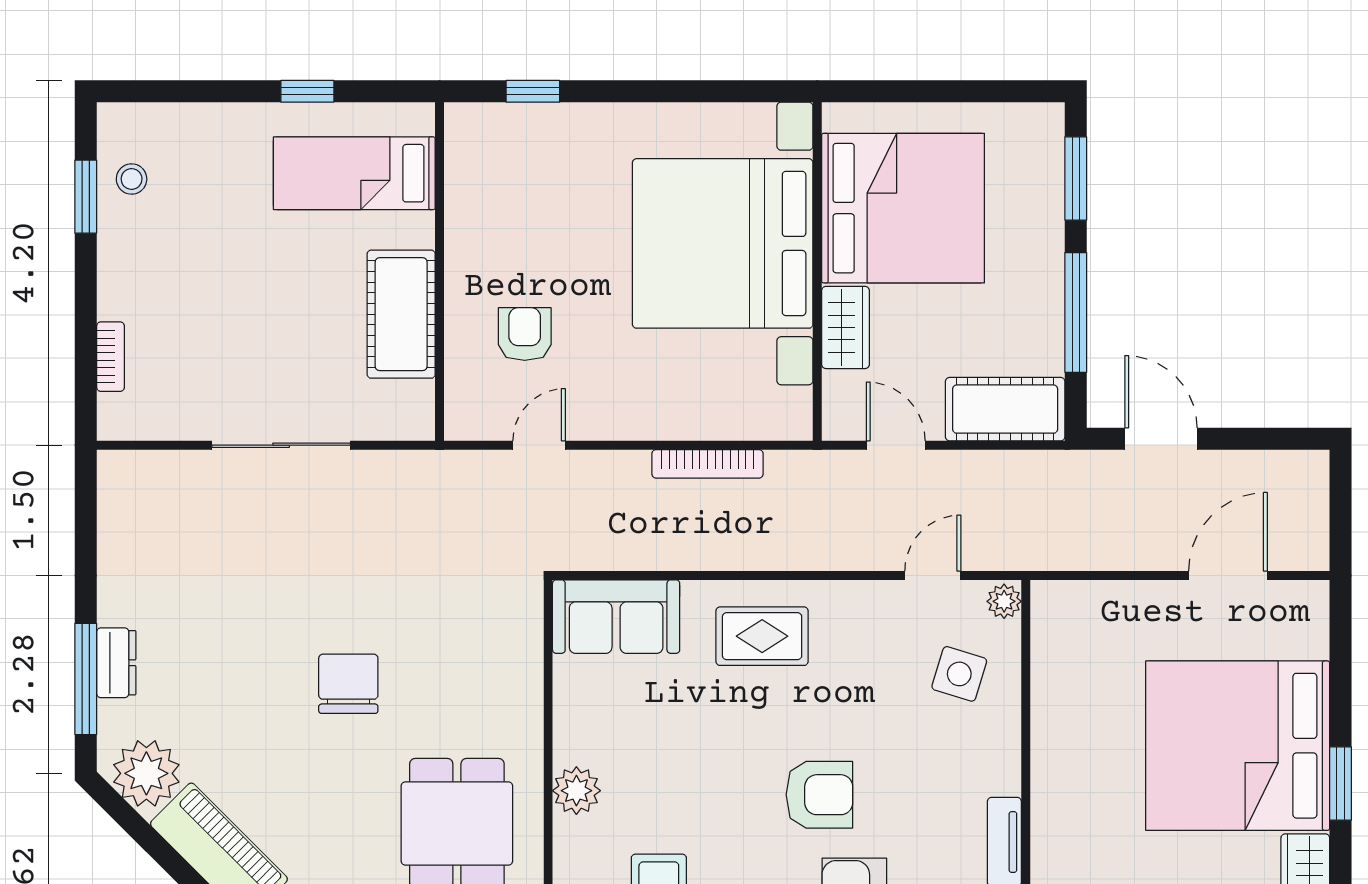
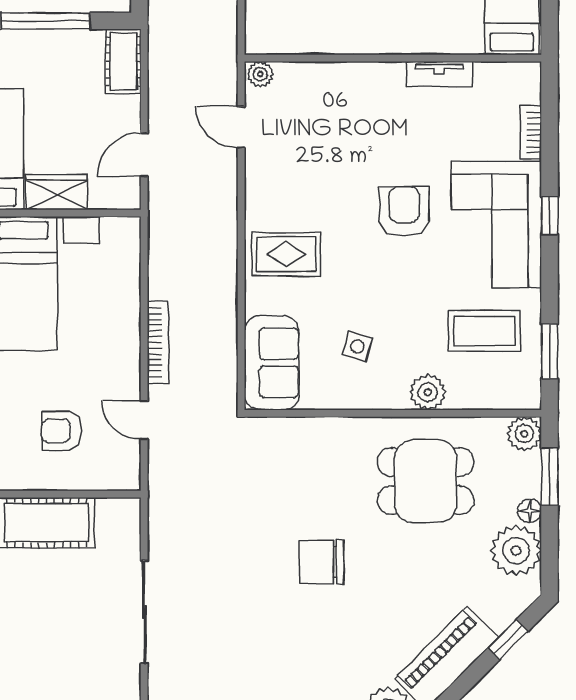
cot: (1005, 409) -> (123, 61), width x0.73, depth x0.75
bookcase: (707, 464) -> (158, 342), moved
rug: (762, 636) -> (286, 254), turned 90
side table: (959, 674) -> (357, 347), moved, width x0.73, depth x0.73
plant: (576, 791) -> (428, 392), moved

